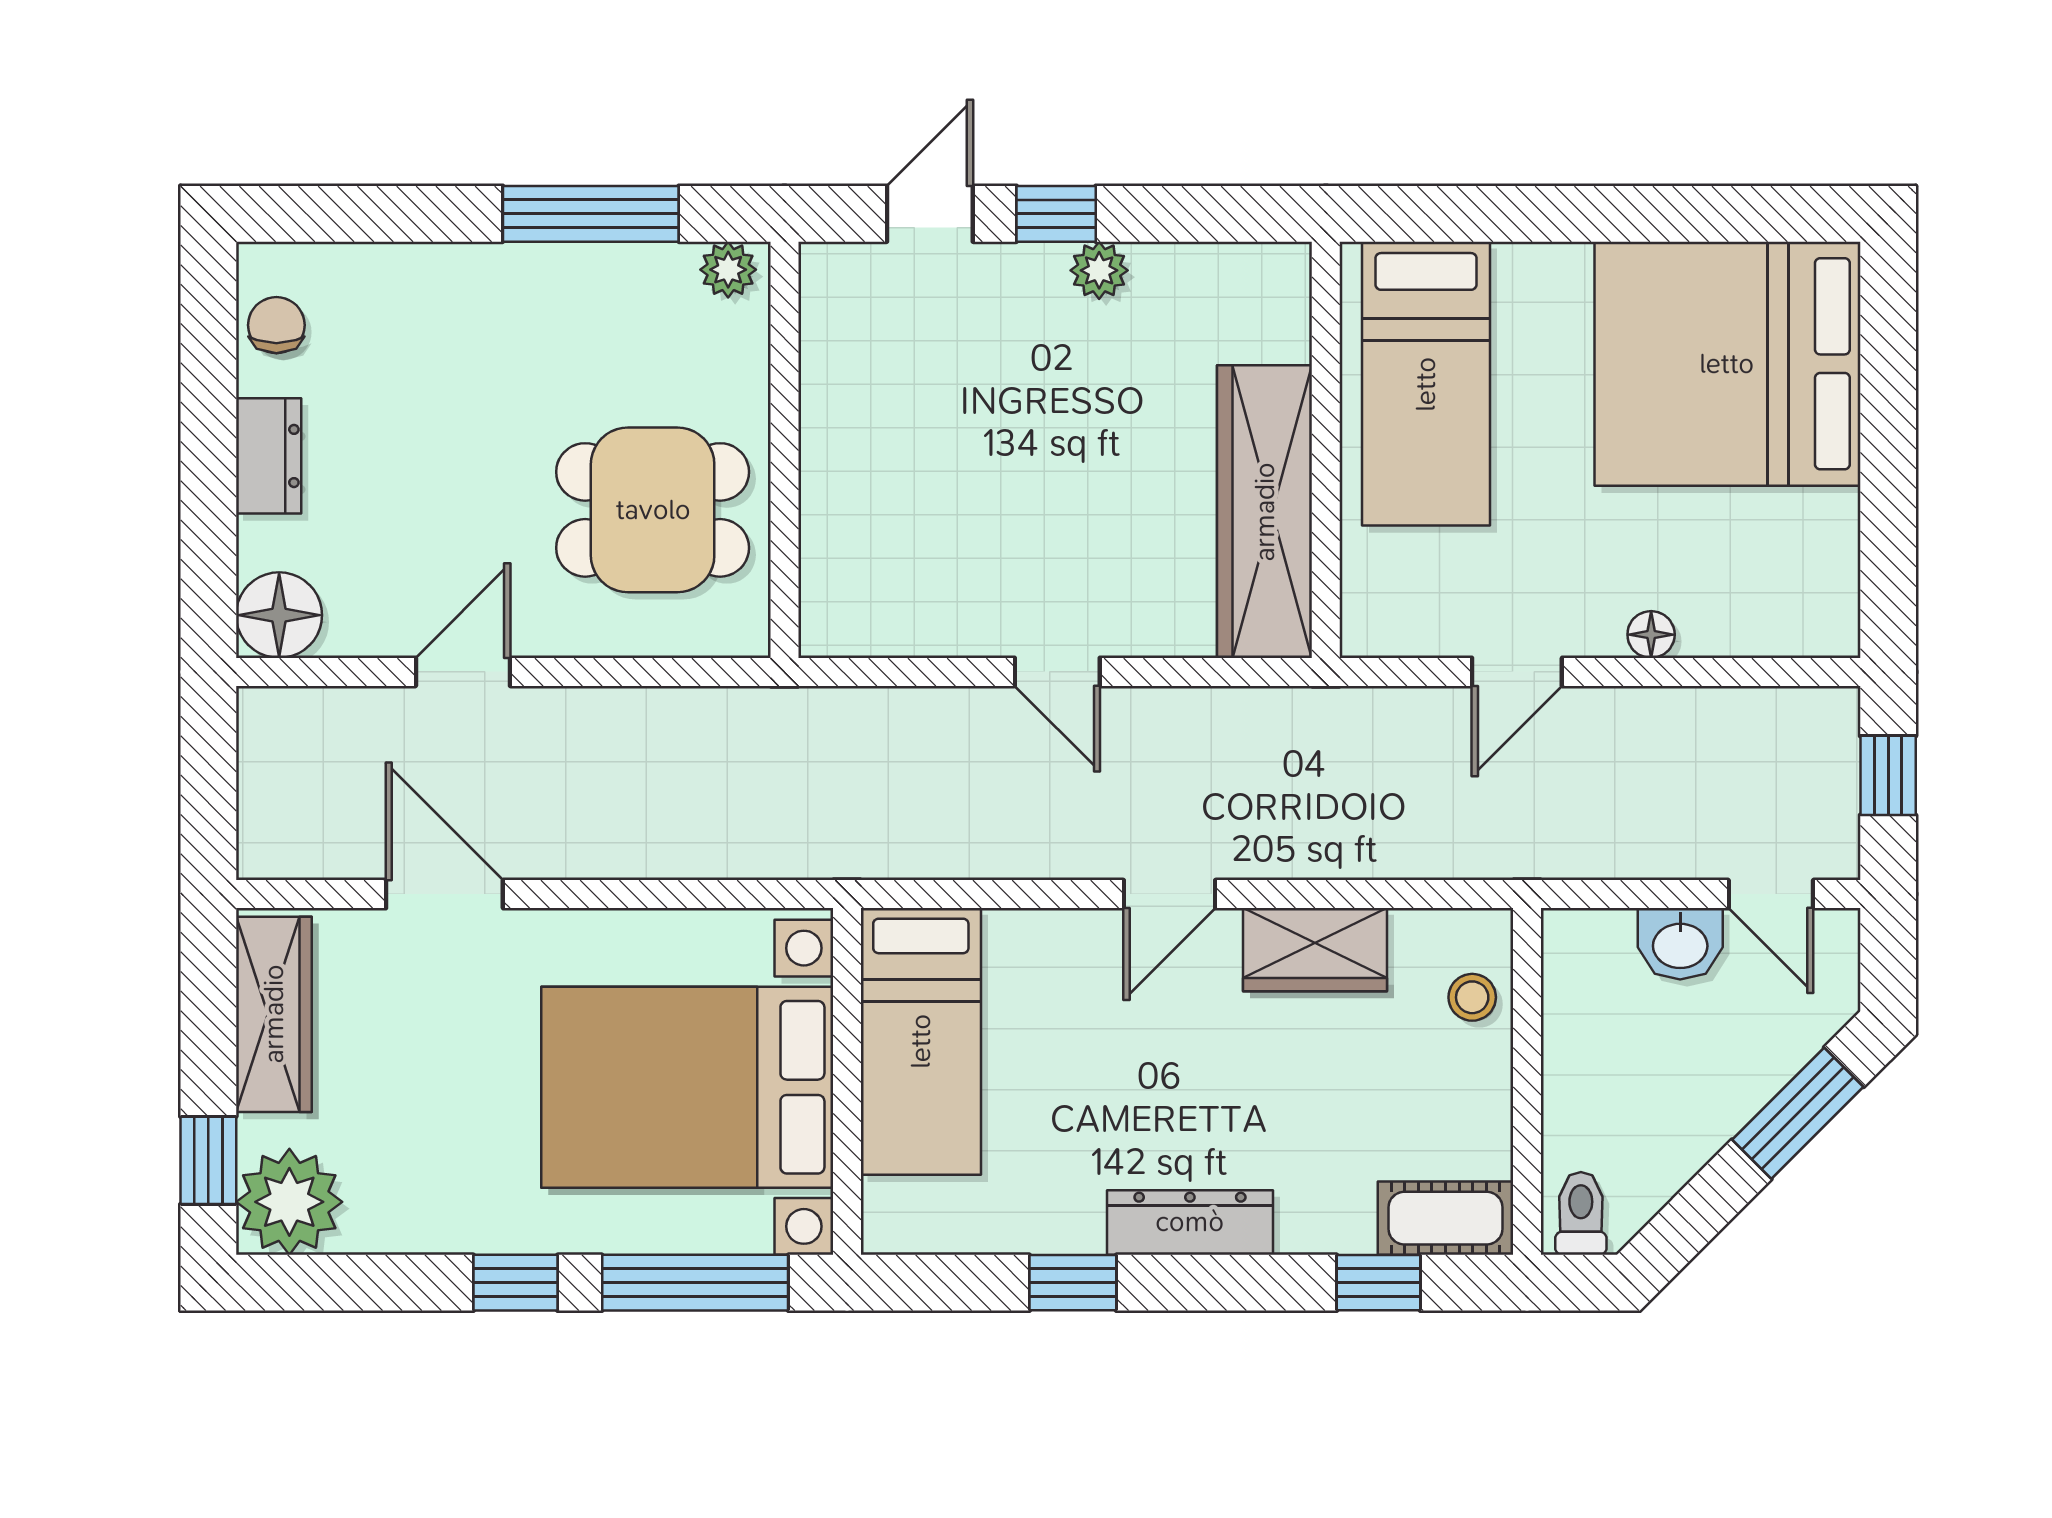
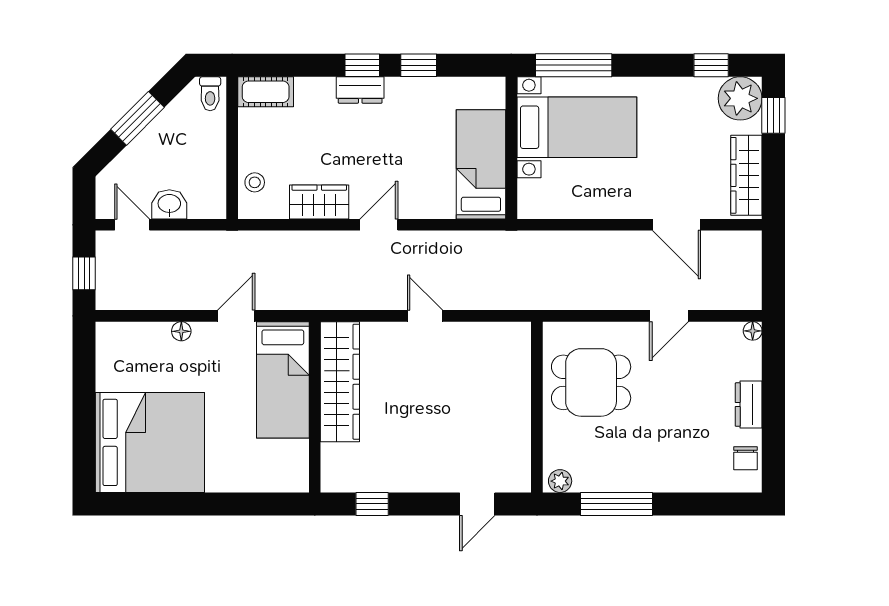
window: (1056, 214) -> (372, 504), moved
plant: (1099, 270) -> (408, 481), removed
bed: (1426, 384) -> (283, 380), moved, turned 180
floor lamp: (279, 615) -> (753, 331), width x0.53, depth x0.53
bed with nightstands: (687, 1087) -> (577, 127), width x0.73
window: (1798, 1113) -> (137, 118), moved
dresser: (1190, 1222) -> (360, 90), width x0.70
window: (516, 1283) -> (711, 65), moved
window: (1378, 1283) -> (362, 65), moved

